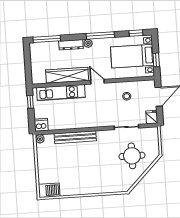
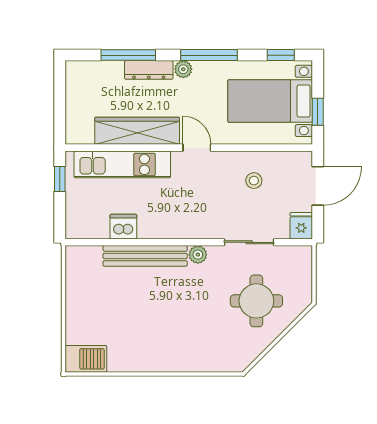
window: (47, 39) -> (128, 55), moved
dishwasher: (41, 125) -> (123, 227), moved
plant: (40, 139) -> (198, 255), moved

